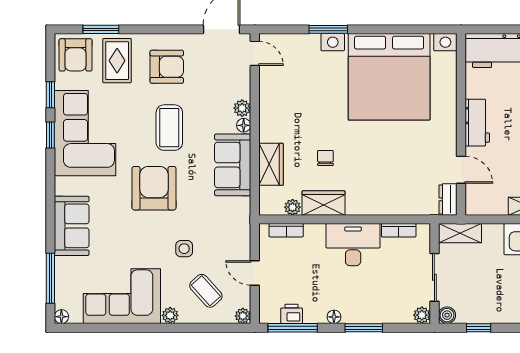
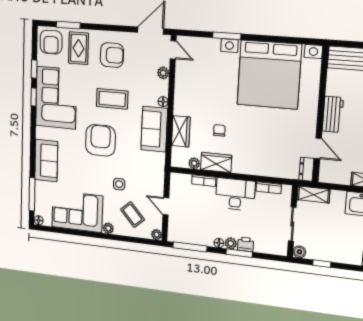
plant: (242, 108) -> (163, 73), moved
coffee table: (169, 128) -> (112, 99), turned 90
bookcase: (286, 230) -> (204, 181), moved
printer: (292, 314) -> (246, 244), moved
plant: (422, 315) -> (231, 243), moved

